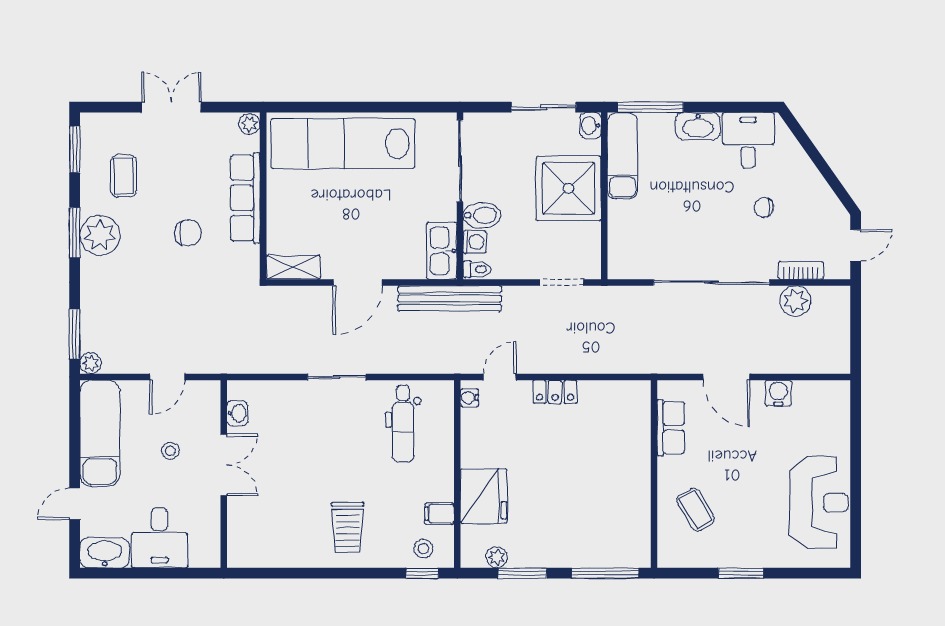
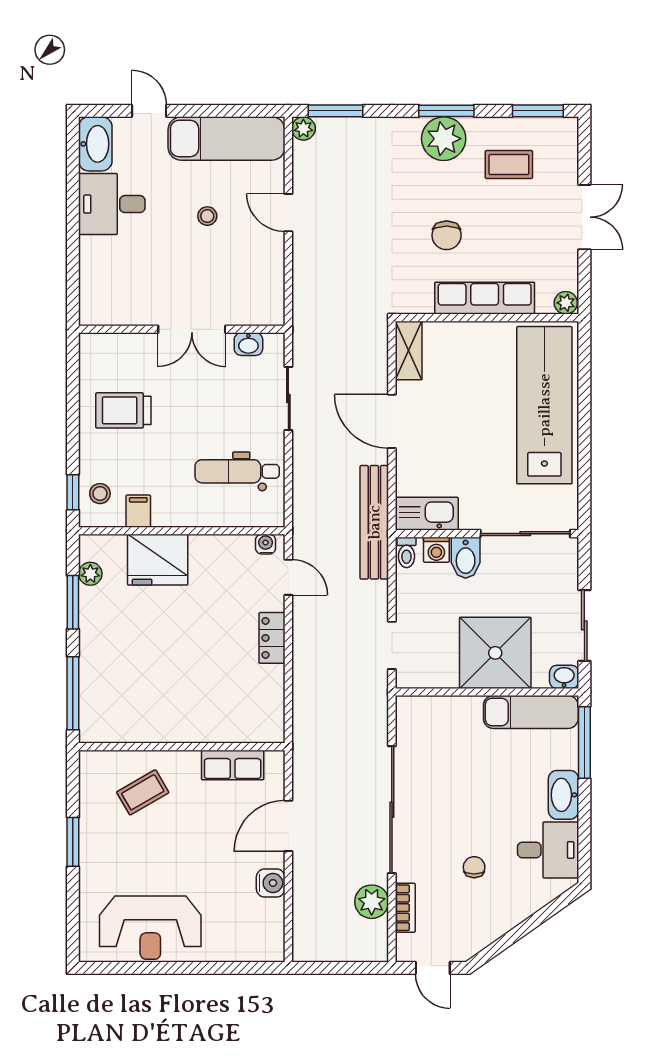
washbasin: (237, 413) -> (248, 344), moved
double door: (224, 465) -> (192, 329), moved
wall: (224, 474) -> (182, 329), moved

